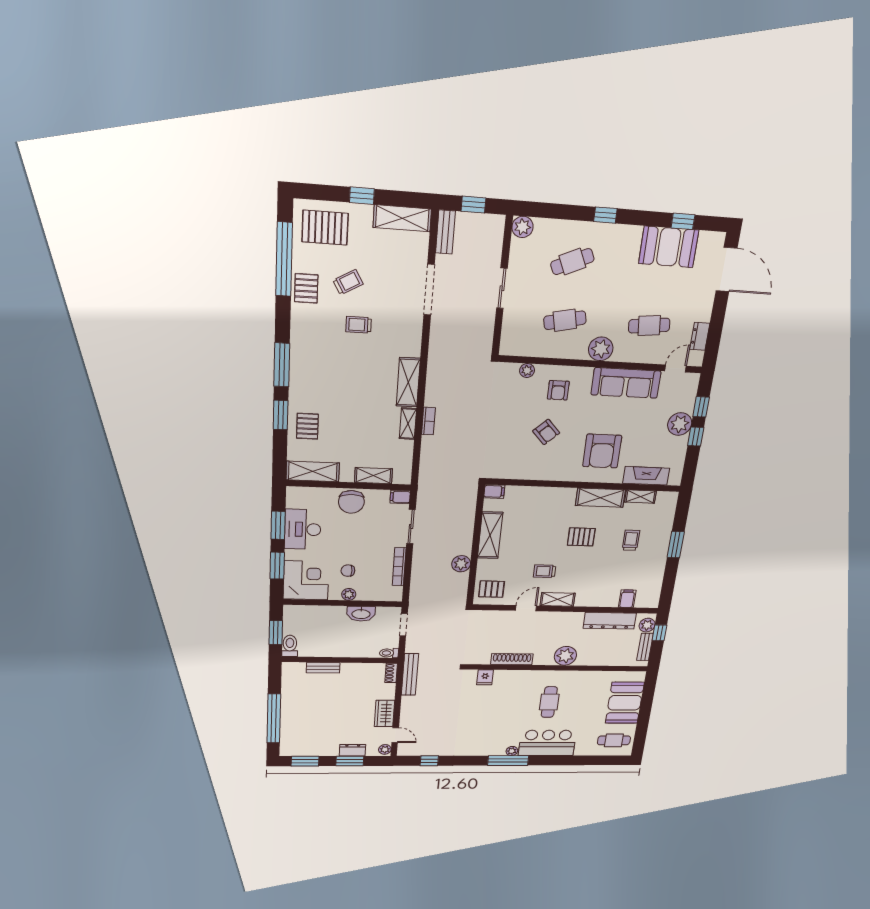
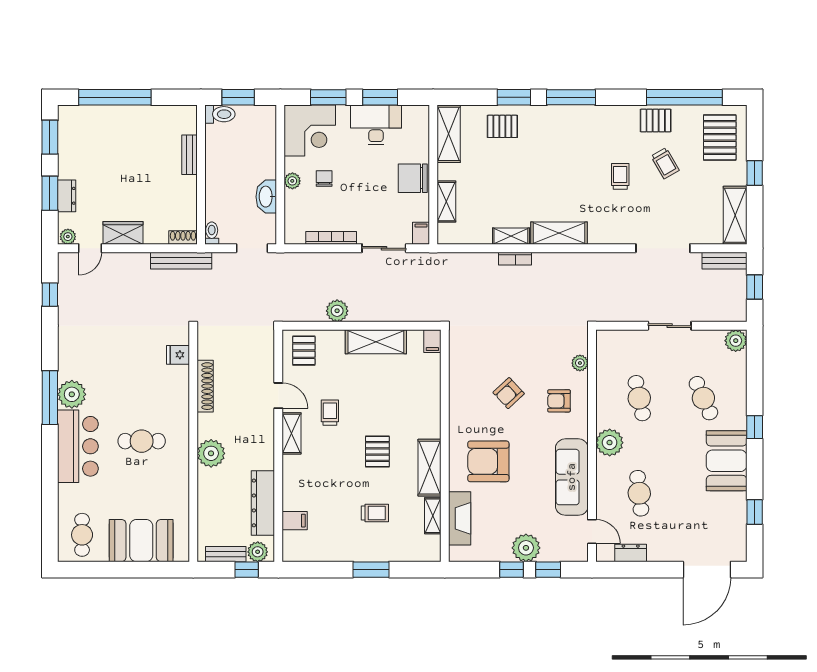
booth: (669, 247) -> (727, 461), moved
plant: (512, 751) -> (72, 394), width x1.88, depth x1.88

